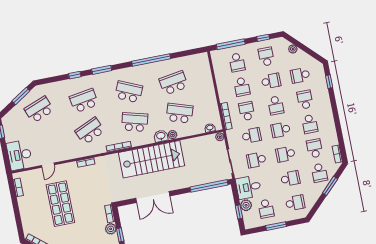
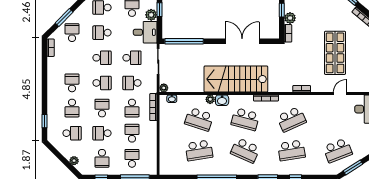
school desk: (315, 148) -> (72, 58), removed

